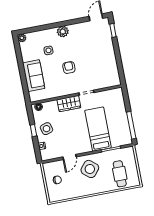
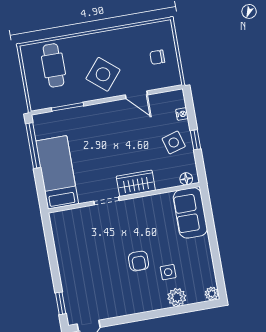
plant: (63, 32) -> (177, 297), moved
armchair: (69, 68) -> (139, 261), moved
sofa: (34, 76) -> (190, 213), moved
bed: (98, 129) -> (57, 172), moved, turned 180
door: (69, 157) -> (136, 95), swing flipped

